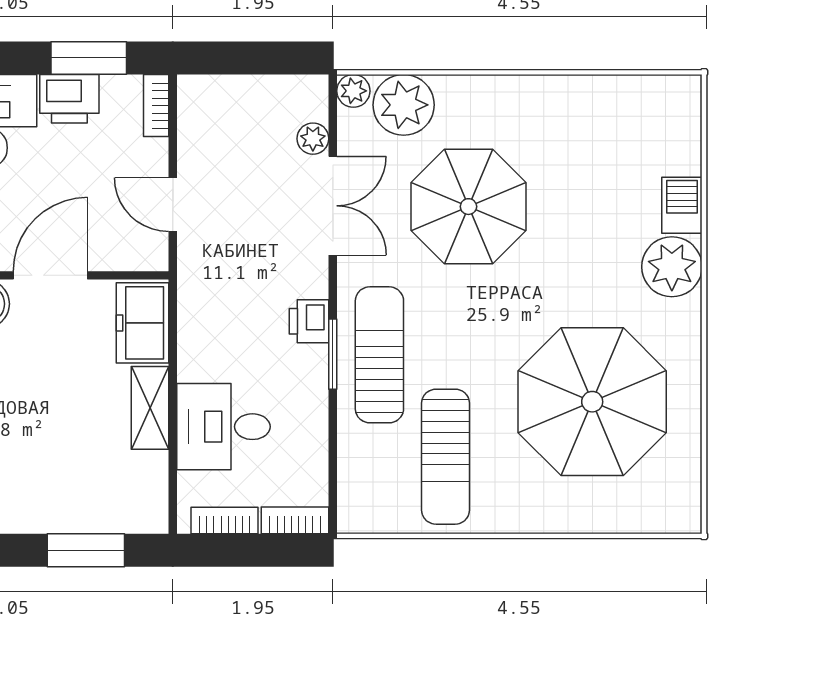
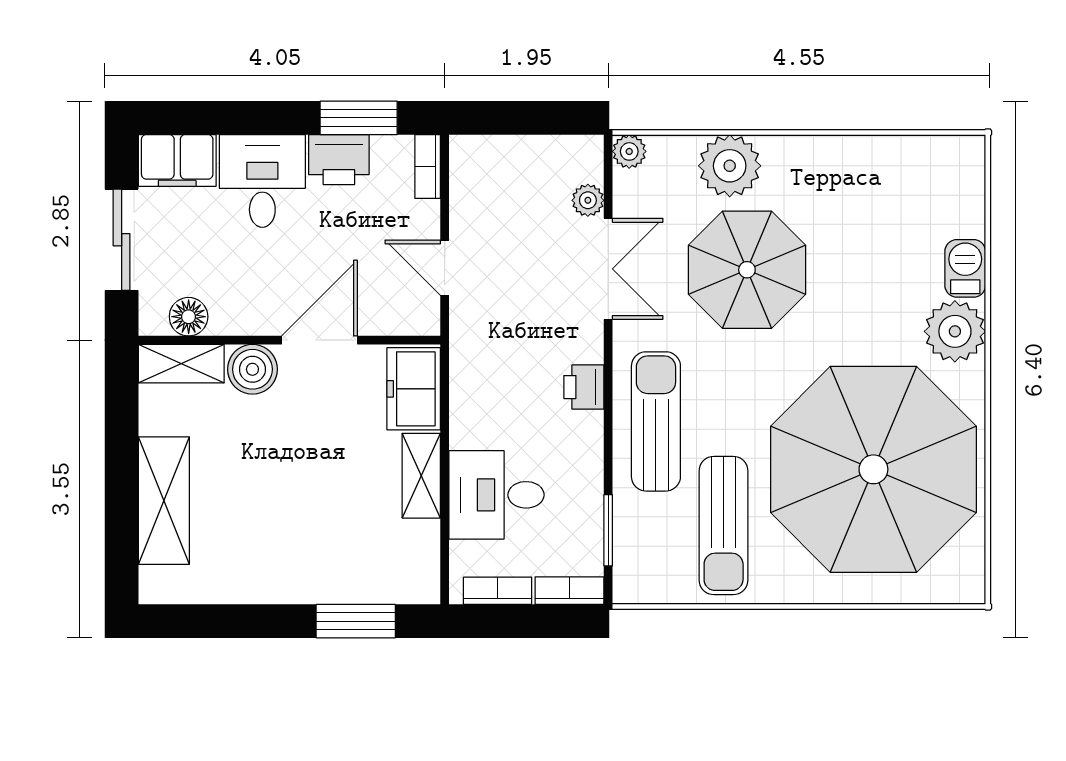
plant: (404, 105) -> (730, 166), moved
window: (333, 354) -> (608, 530), moved
parasol: (592, 402) -> (873, 469), width x1.36, depth x1.36

